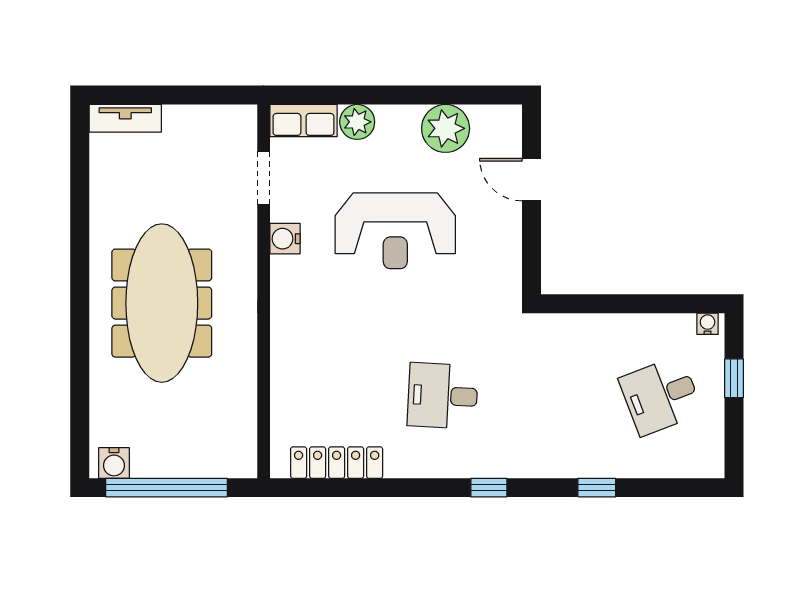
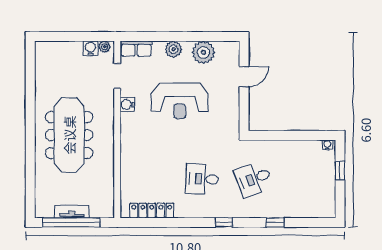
plant: (237, 116) -> (105, 47), added
tv unit: (125, 118) -> (72, 211), moved, turned 180
plant: (357, 122) -> (173, 49), moved
door: (531, 180) -> (244, 77), swing flipped
desk: (661, 396) -> (254, 179), moved
water cooler: (114, 463) -> (90, 48), moved, turned 180

